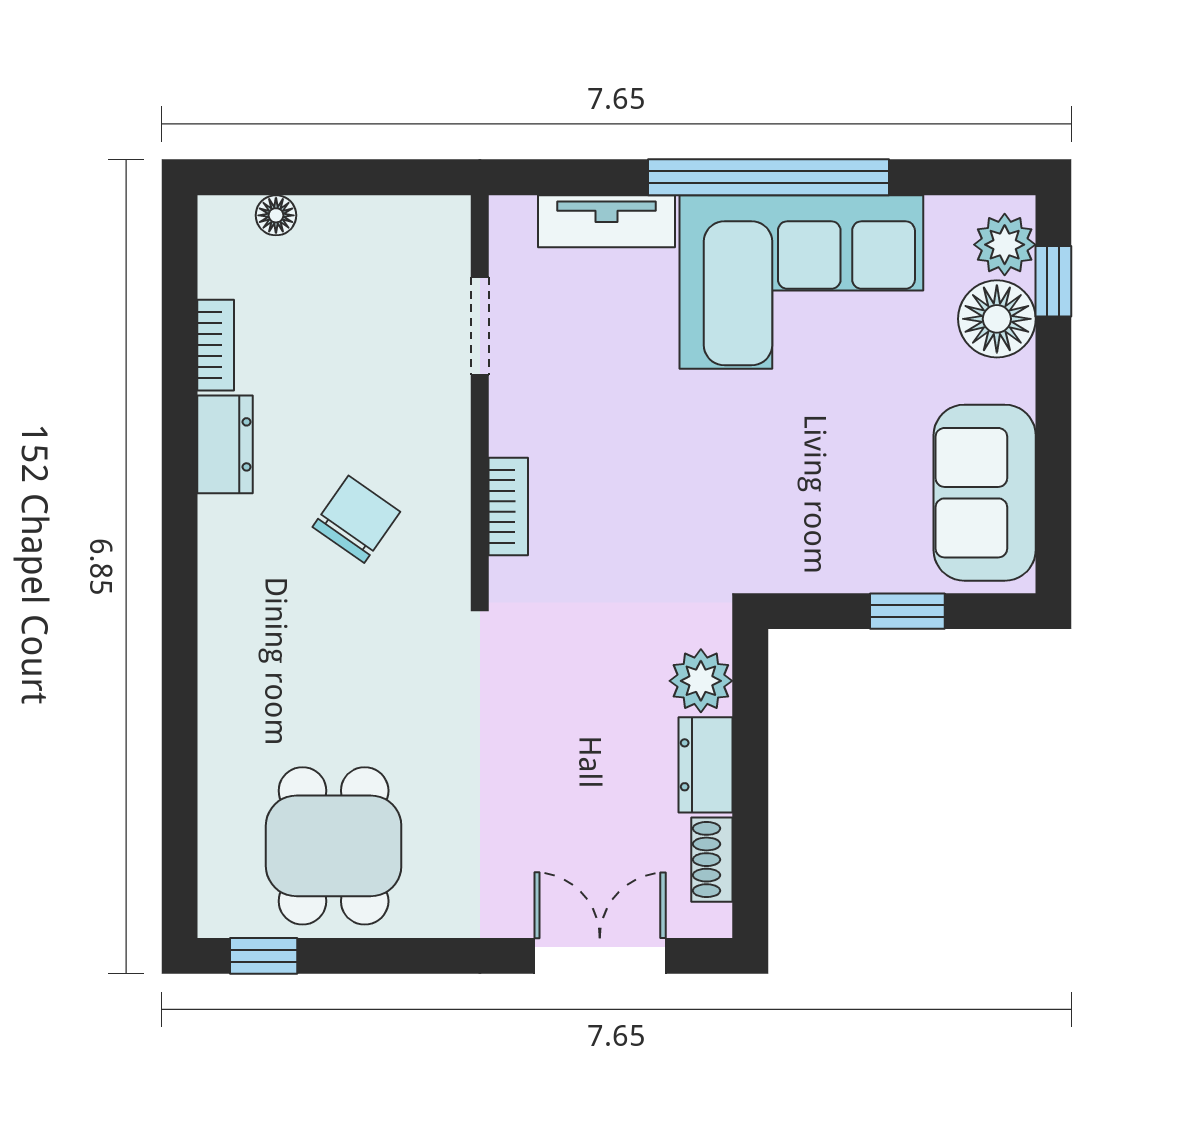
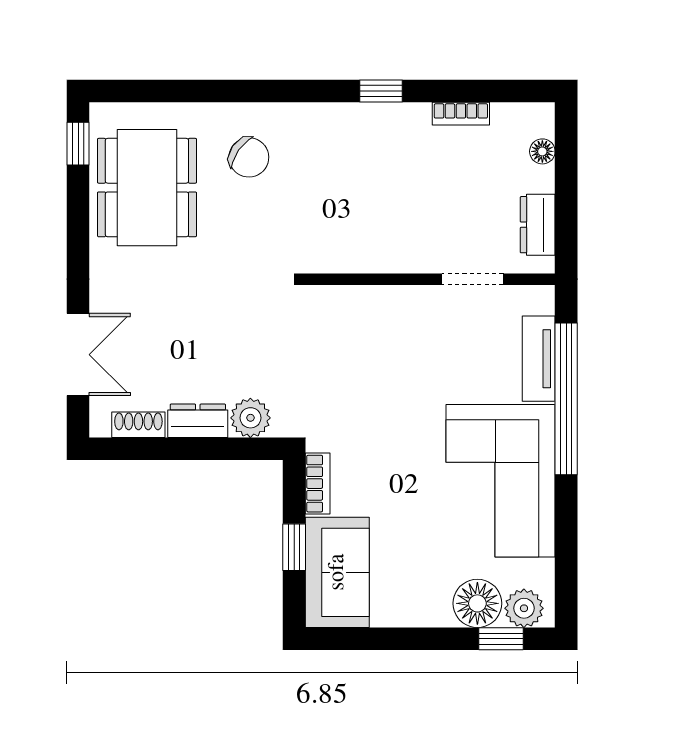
window: (768, 177) -> (566, 399), moved
dresser: (225, 444) -> (538, 225), moved, turned 90
window: (180, 472) -> (381, 91), added
sofa: (985, 493) -> (337, 572), moved, turned 90
bookcase: (508, 506) -> (318, 484), moved, turned -90
chair: (356, 519) -> (249, 157), moved
dining table: (334, 846) -> (147, 188), width x1.37

